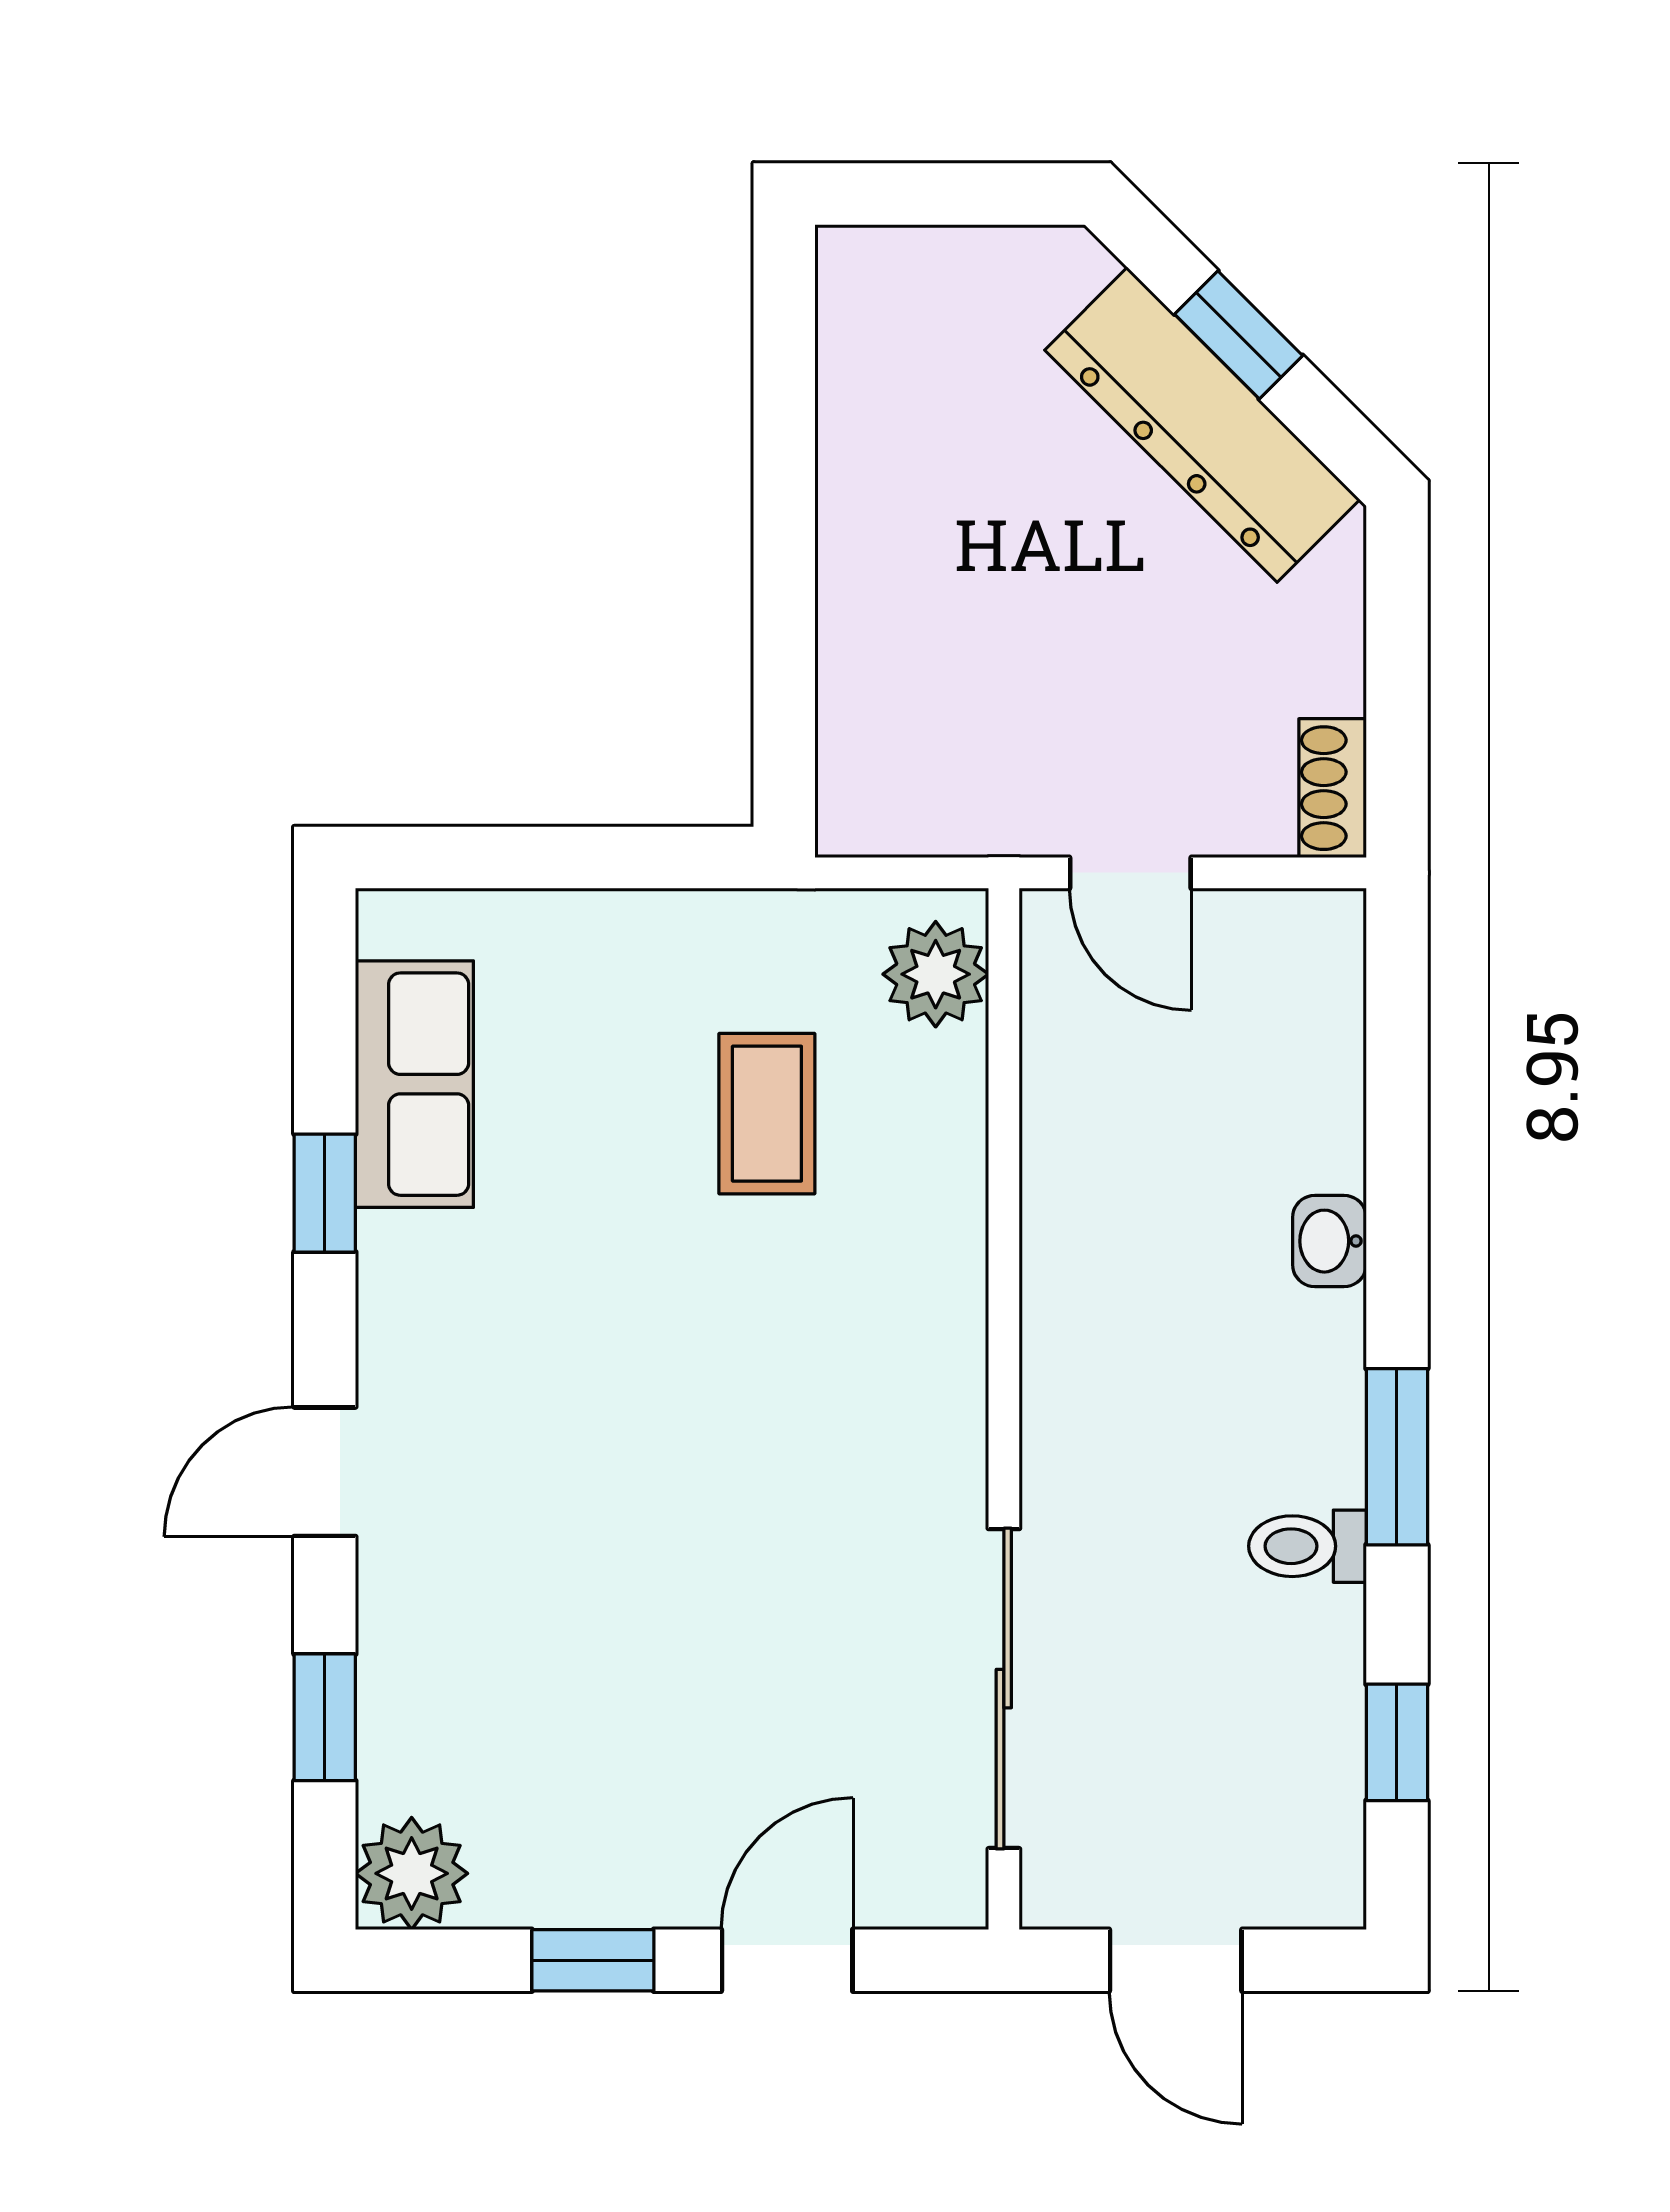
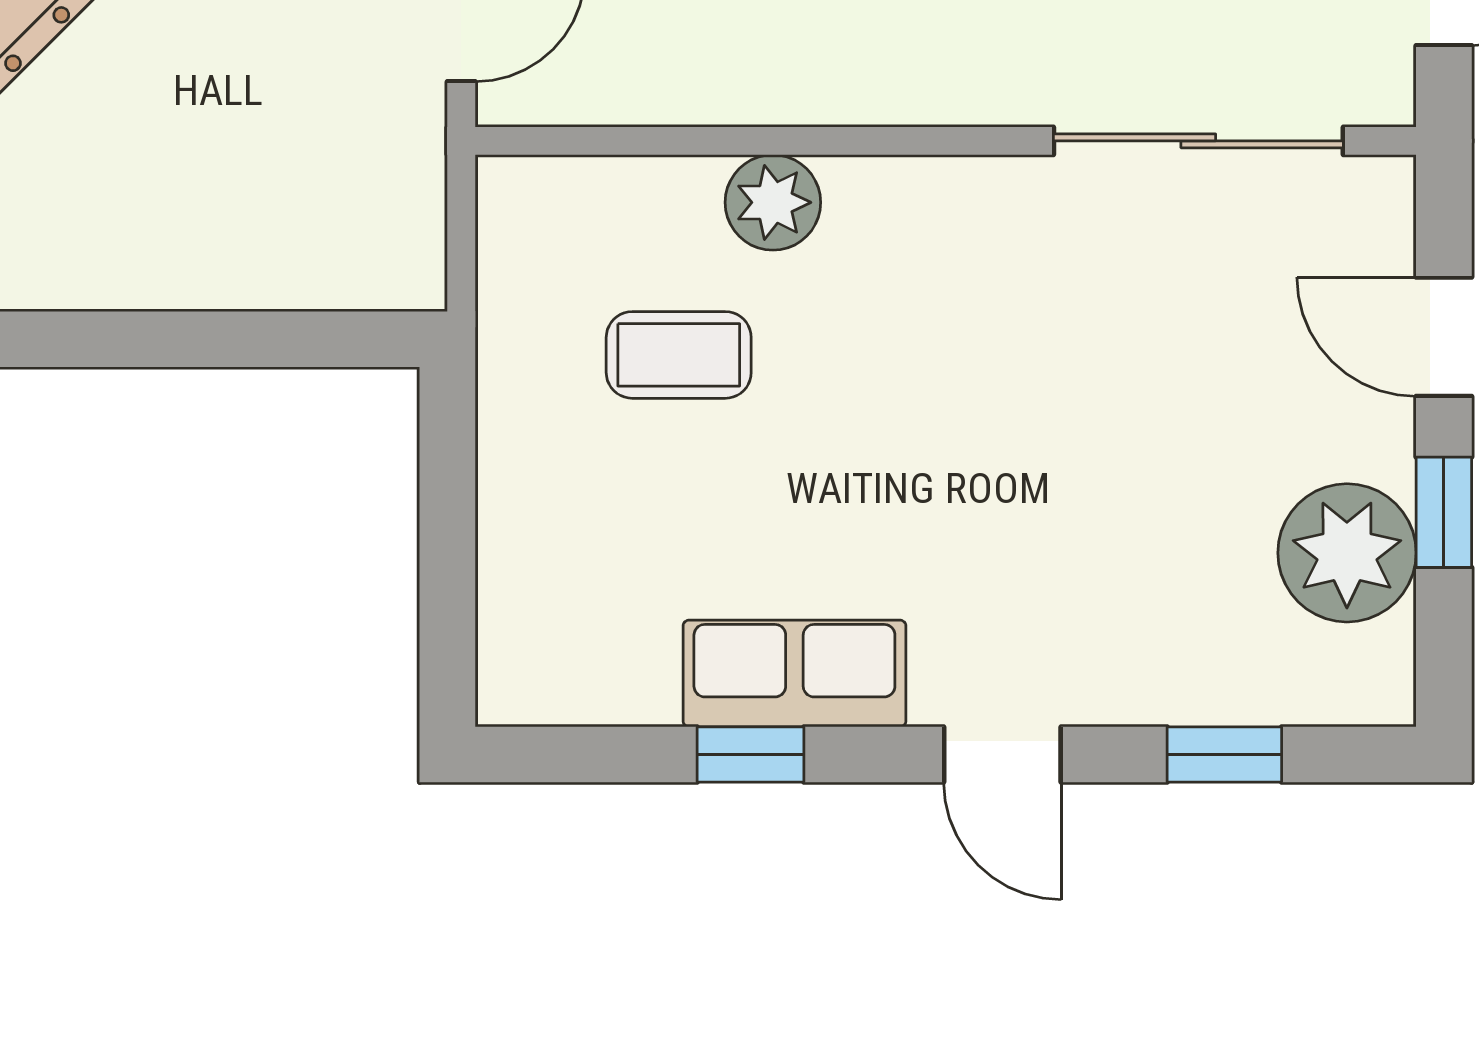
plant: (936, 974) -> (773, 202), moved
row of seats: (414, 1084) -> (794, 673), moved
plant: (412, 1873) -> (1347, 553), moved, width x1.36, depth x1.36

